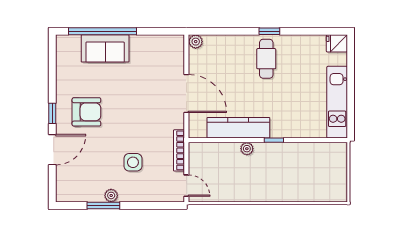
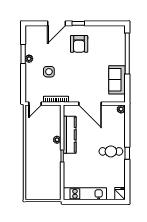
sofa: (105, 48) -> (117, 80), moved
door: (186, 93) -> (90, 104), hinge flipped
door: (52, 150) -> (56, 23), hinge flipped

